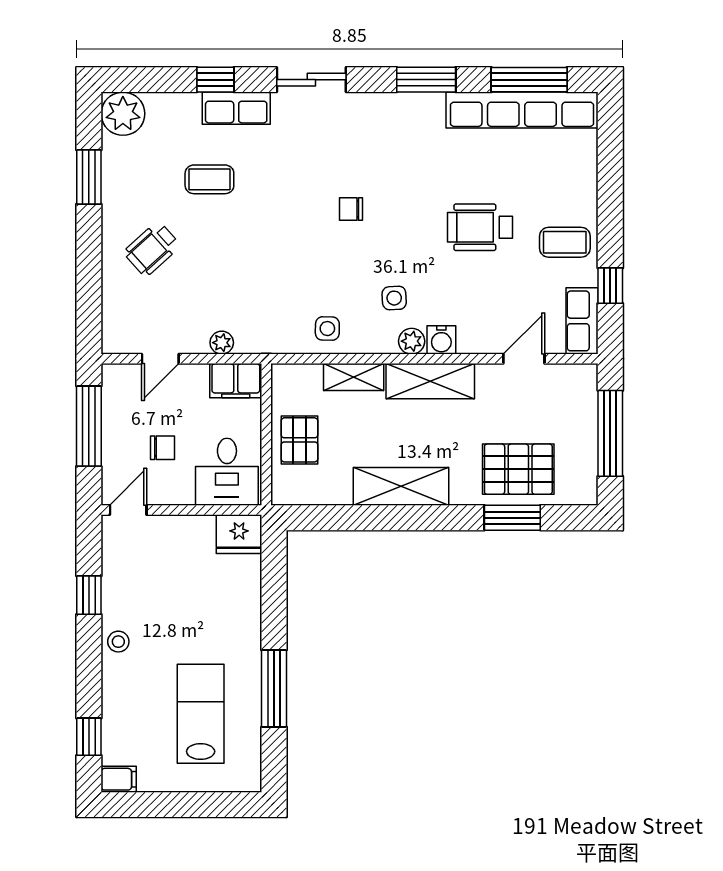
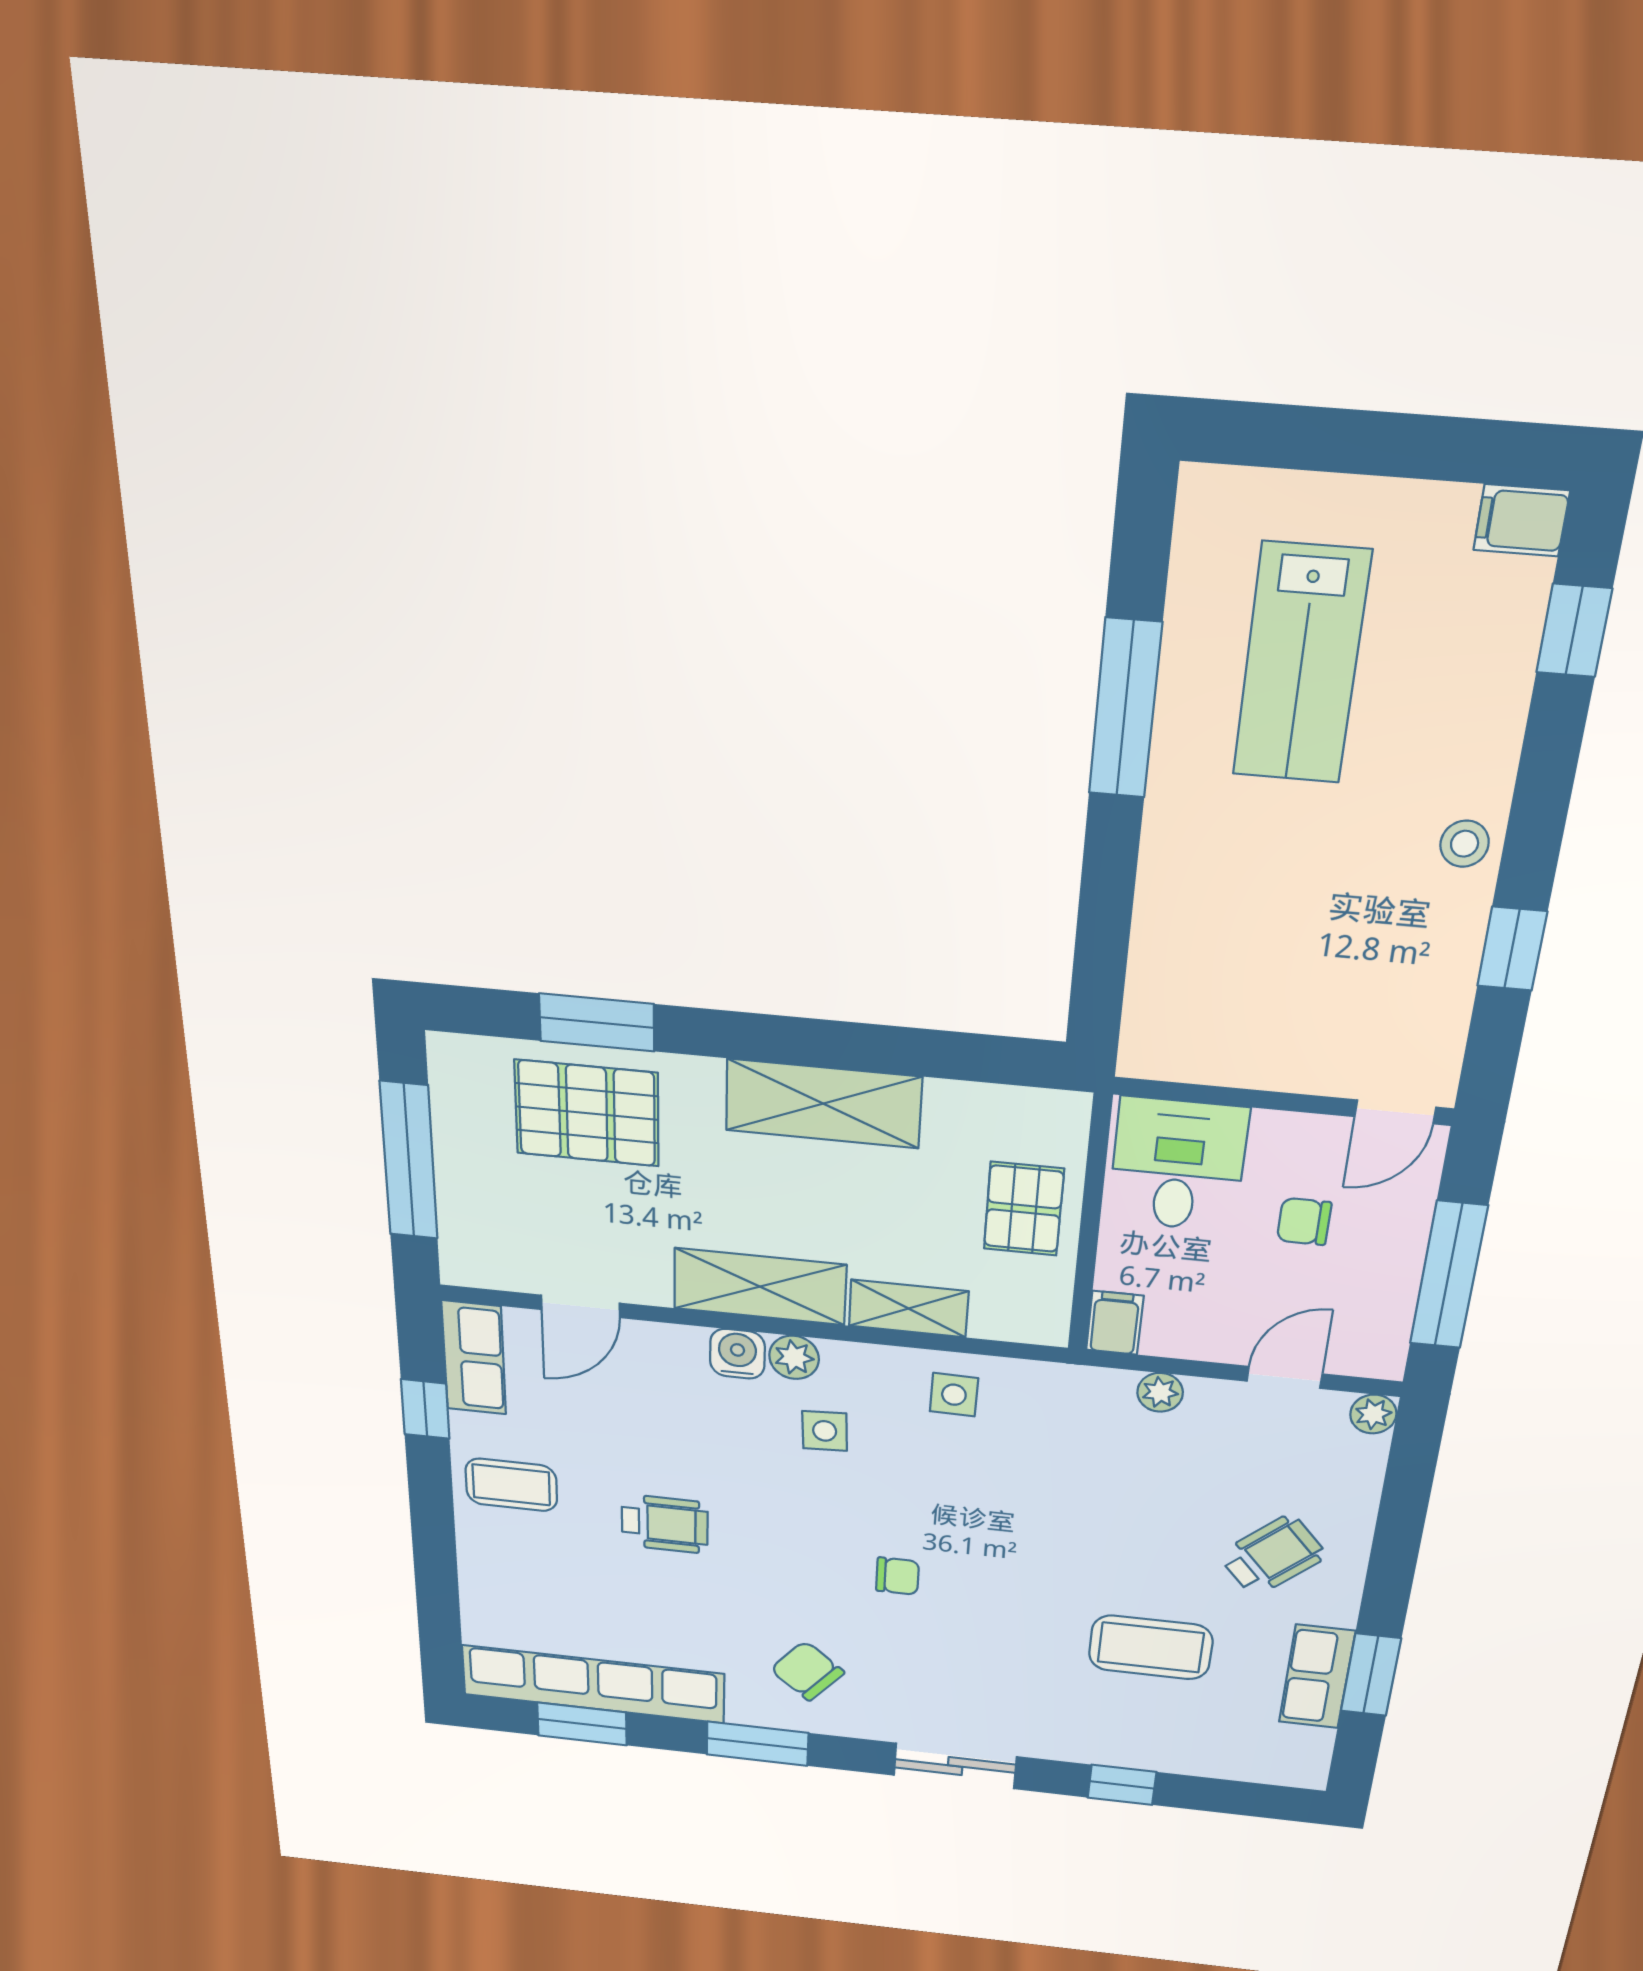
window: (529, 80) -> (582, 1724), width x0.69
row of seats: (236, 108) -> (1317, 1677), moved, turned -90
plant: (123, 114) -> (1373, 1414), moved, width x0.53, depth x0.53
chair: (399, 137) -> (807, 1671), added
coffee table: (209, 179) -> (1151, 1647), width x1.36, depth x1.30
wheelchair: (480, 227) -> (665, 1524), width x0.73, depth x0.73
filing cabinet: (236, 381) -> (1115, 1323), width x0.50
fridge: (239, 534) -> (1167, 1043), removed

